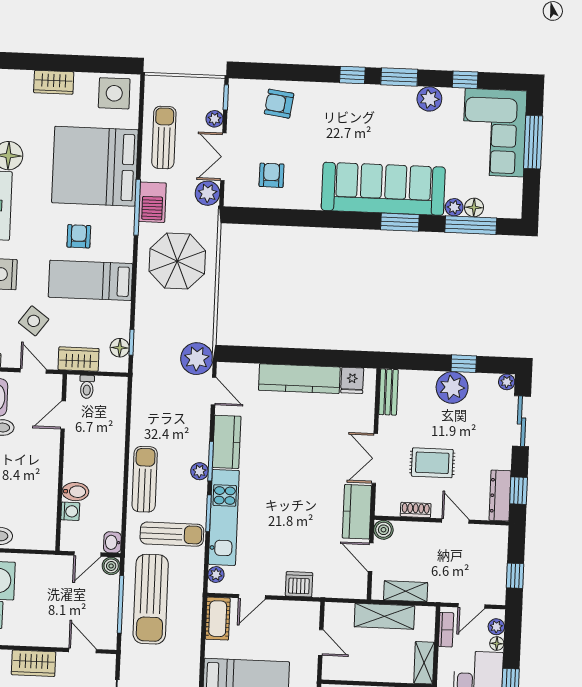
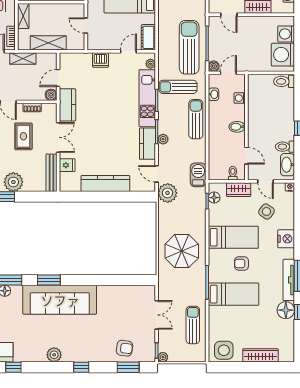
window: (399, 77) -> (128, 367), moved
wardrobe: (54, 82) -> (260, 355), width x1.50
plant: (429, 99) -> (54, 355), moved
plant: (214, 119) -> (163, 357), moved
sun lounger: (164, 137) -> (193, 325), turned 180
bed: (95, 166) -> (234, 294), width x0.49
armchair: (272, 175) -> (127, 305), removed
plant: (207, 193) -> (165, 293), removed
barbecue: (152, 202) -> (198, 175), moved
plant: (454, 207) -> (17, 290), removed
armchair: (79, 236) -> (241, 263), turned 90
fridge: (352, 380) -> (67, 165), moved, turned 90
bench: (388, 392) -> (52, 173), width x1.36
door: (63, 415) -> (246, 156), hinge flipped
rug: (432, 463) -> (23, 136), turned 90
plant: (199, 471) -> (163, 139), moved
sun lounger: (145, 479) -> (196, 119), turned 180
bidet: (75, 492) -> (237, 127), moved
washbasin: (112, 542) -> (214, 94), moved
door: (371, 557) -> (58, 78), swing flipped
shelving: (406, 591) -> (23, 58), moved

